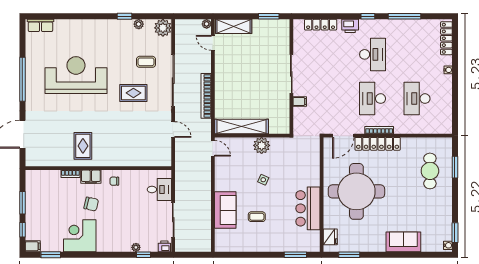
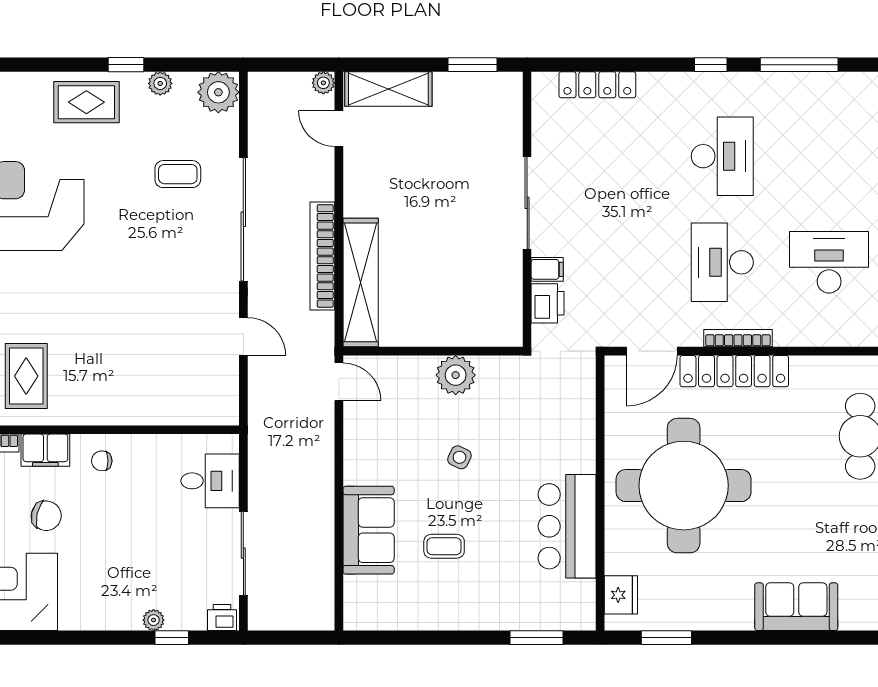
printer: (350, 26) -> (548, 303), moved, turned -90
rug: (133, 93) -> (86, 102), moved
desk: (417, 99) -> (829, 262), turned 90
shelving: (242, 126) -> (361, 282), moved, turned 90

